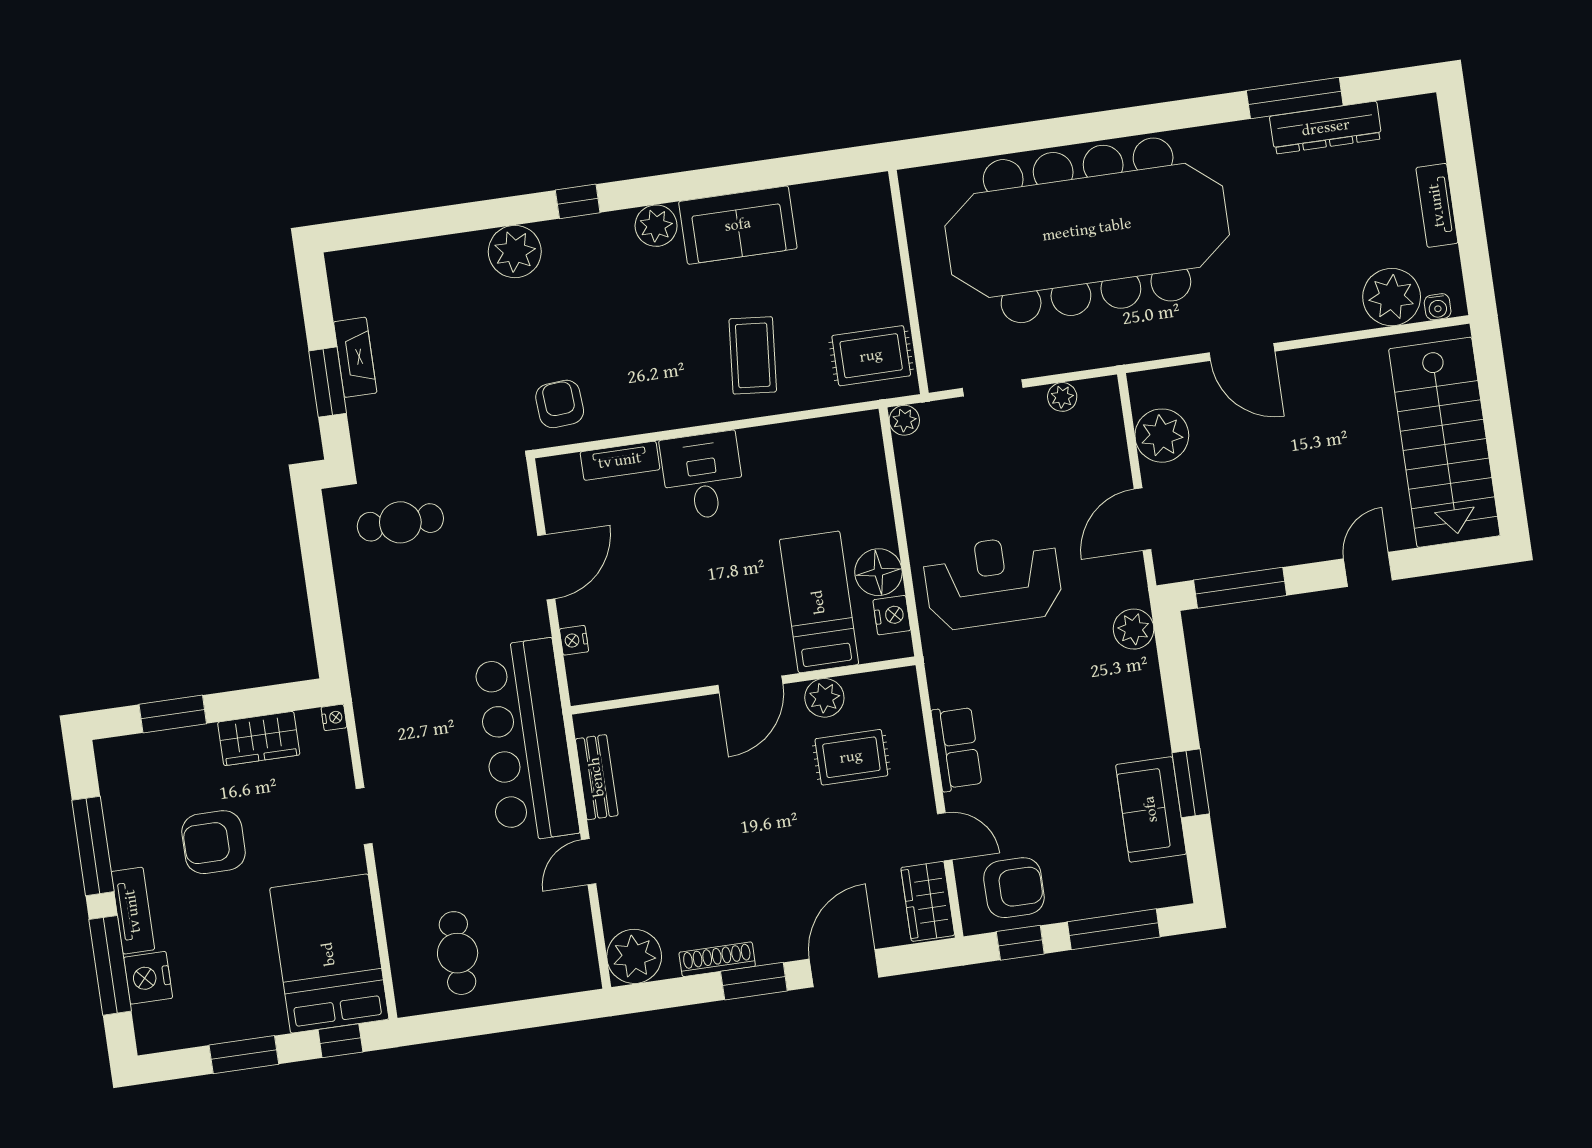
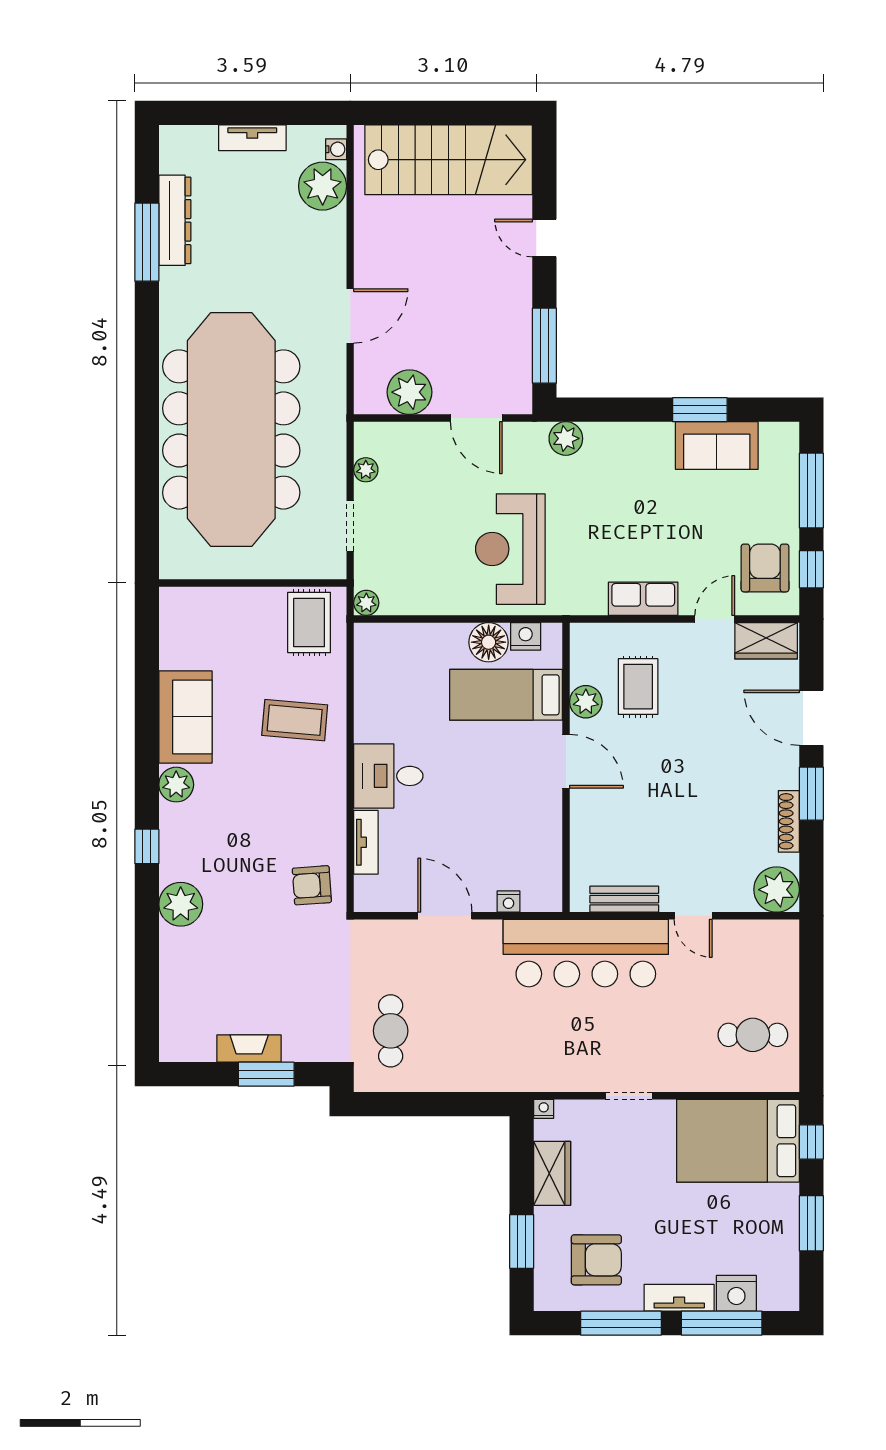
armchair: (214, 842) -> (596, 1260), moved, turned -90

